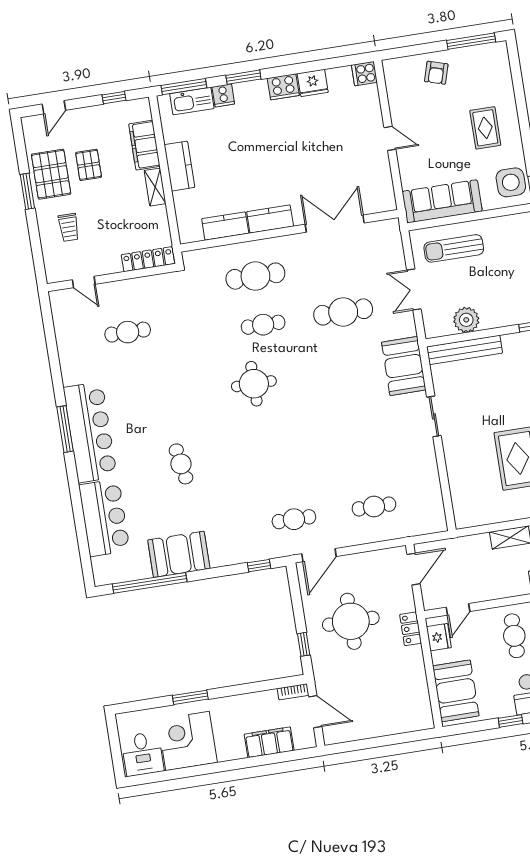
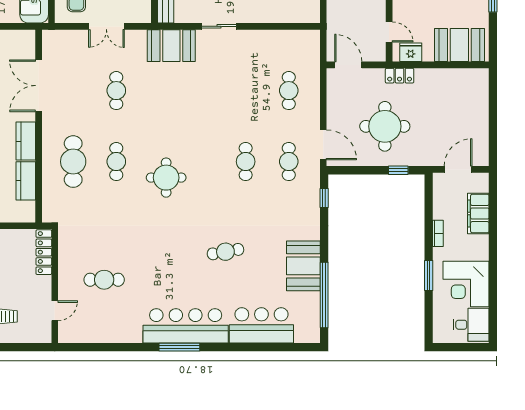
cafe table: (343, 312) -> (116, 91), width x0.73, depth x0.74
cafe table: (128, 332) -> (104, 280), turned 90
cafe table: (286, 471) -> (246, 162), added
bookcase: (293, 692) -> (438, 233), moved

